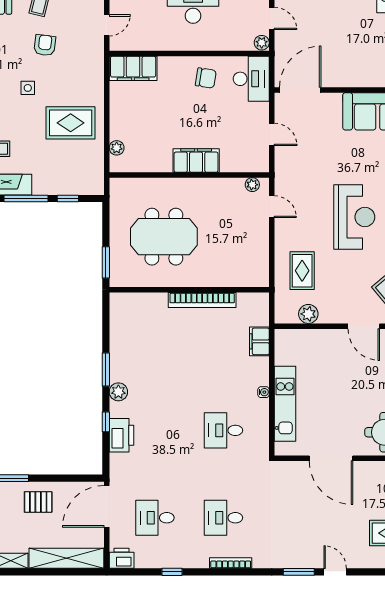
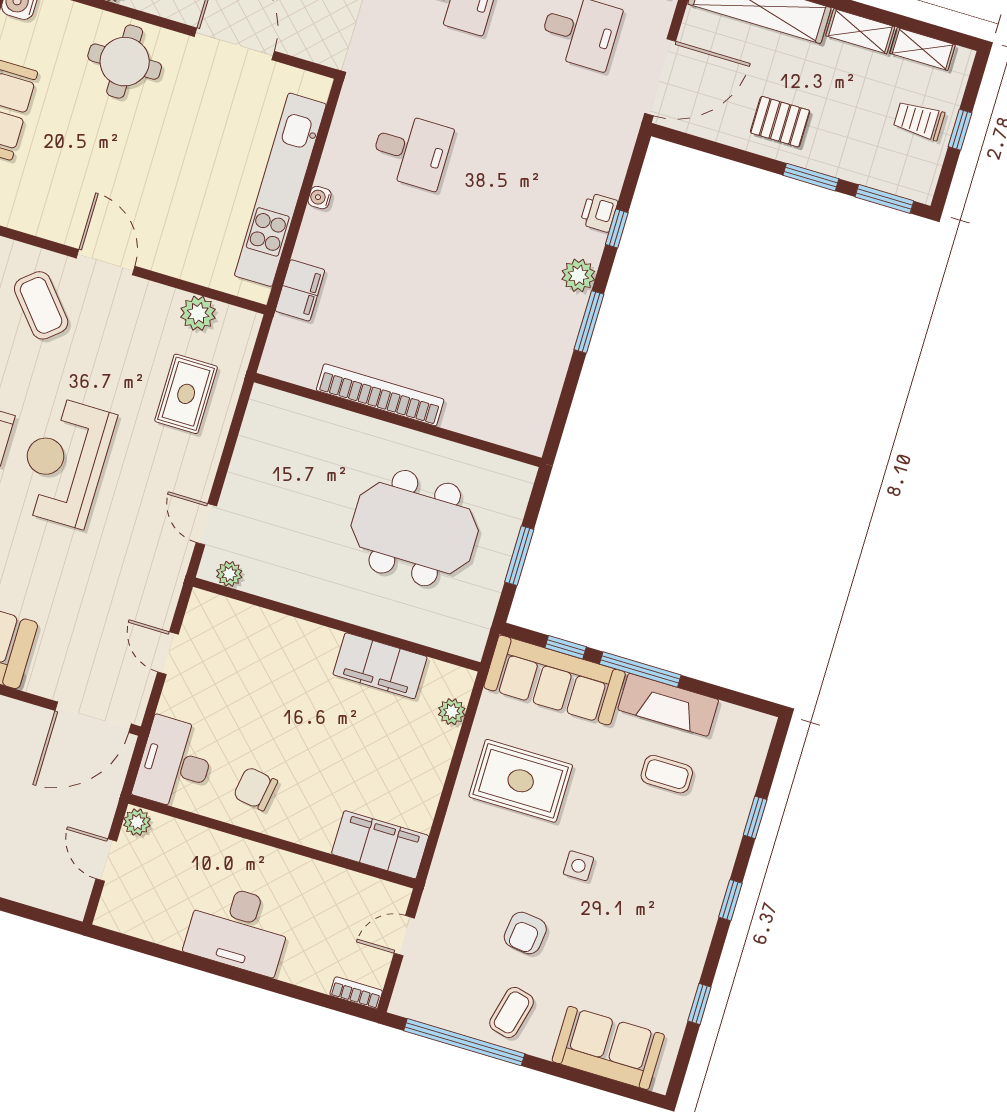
filing cabinet: (196, 160) -> (380, 666), moved
sofa: (69, 180) -> (555, 680), added
window: (106, 262) -> (519, 556), moved
kitchen unit: (285, 404) -> (280, 190), width x1.36
printer: (121, 435) -> (599, 212), width x0.53, depth x0.68

